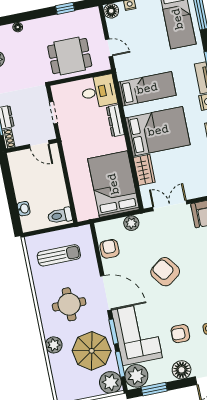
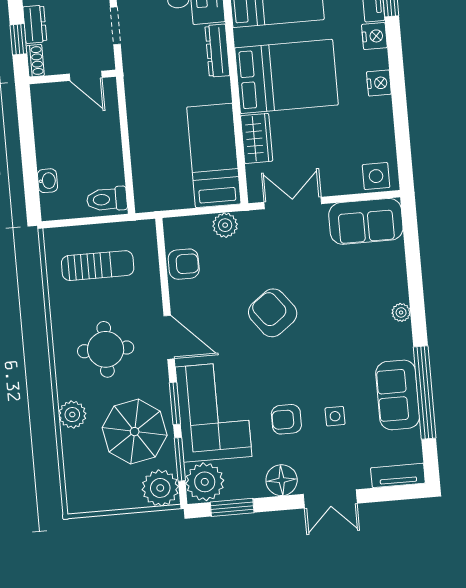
bed: (114, 184) -> (214, 155), width x0.67
armchair: (110, 249) -> (184, 264), turned 90
door: (106, 293) -> (169, 337), width x0.73

